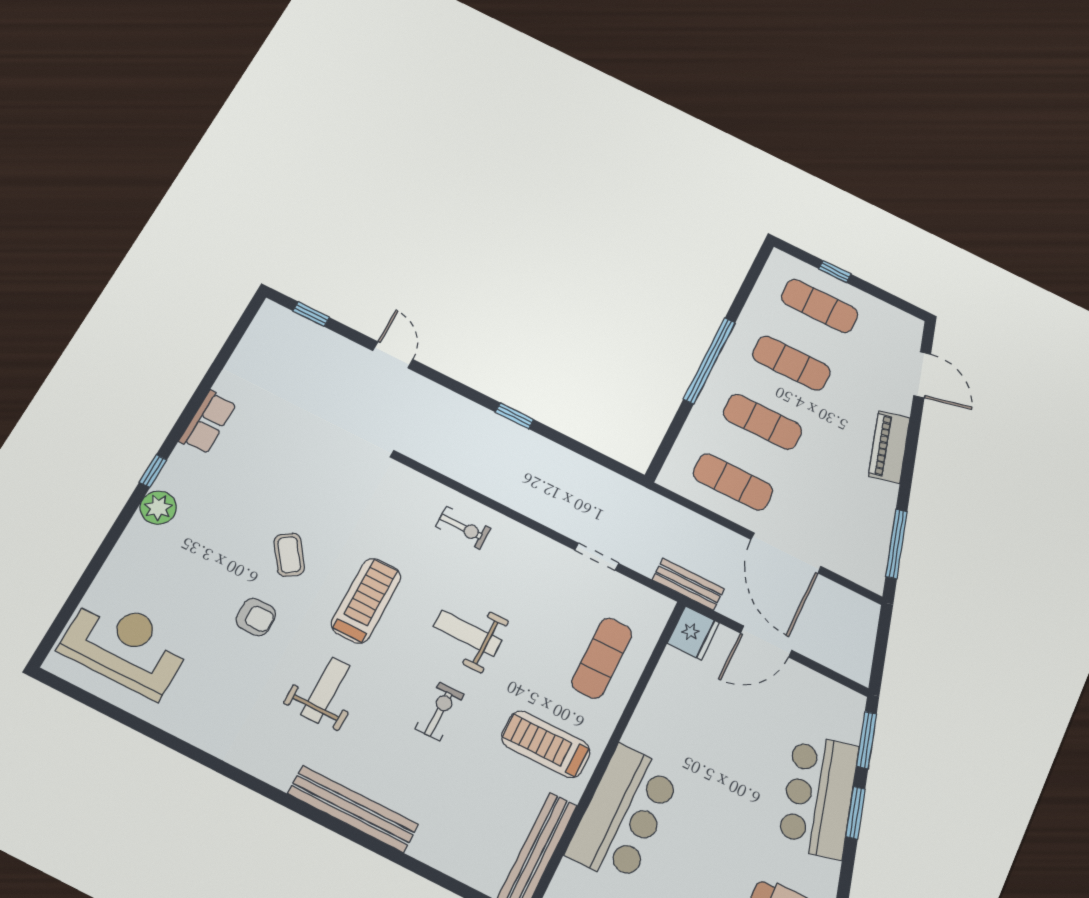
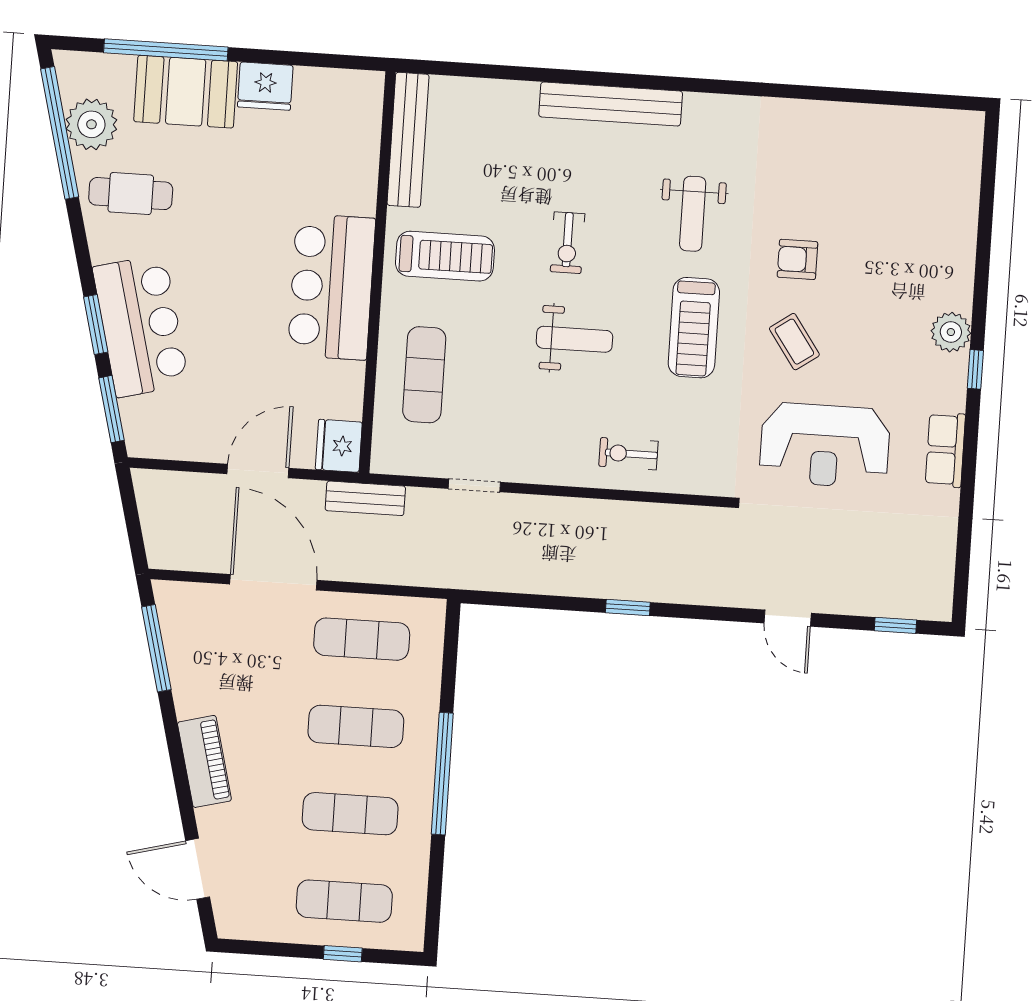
reception desk: (125, 646) -> (825, 445), moved
bar counter: (623, 814) -> (332, 287), moved

